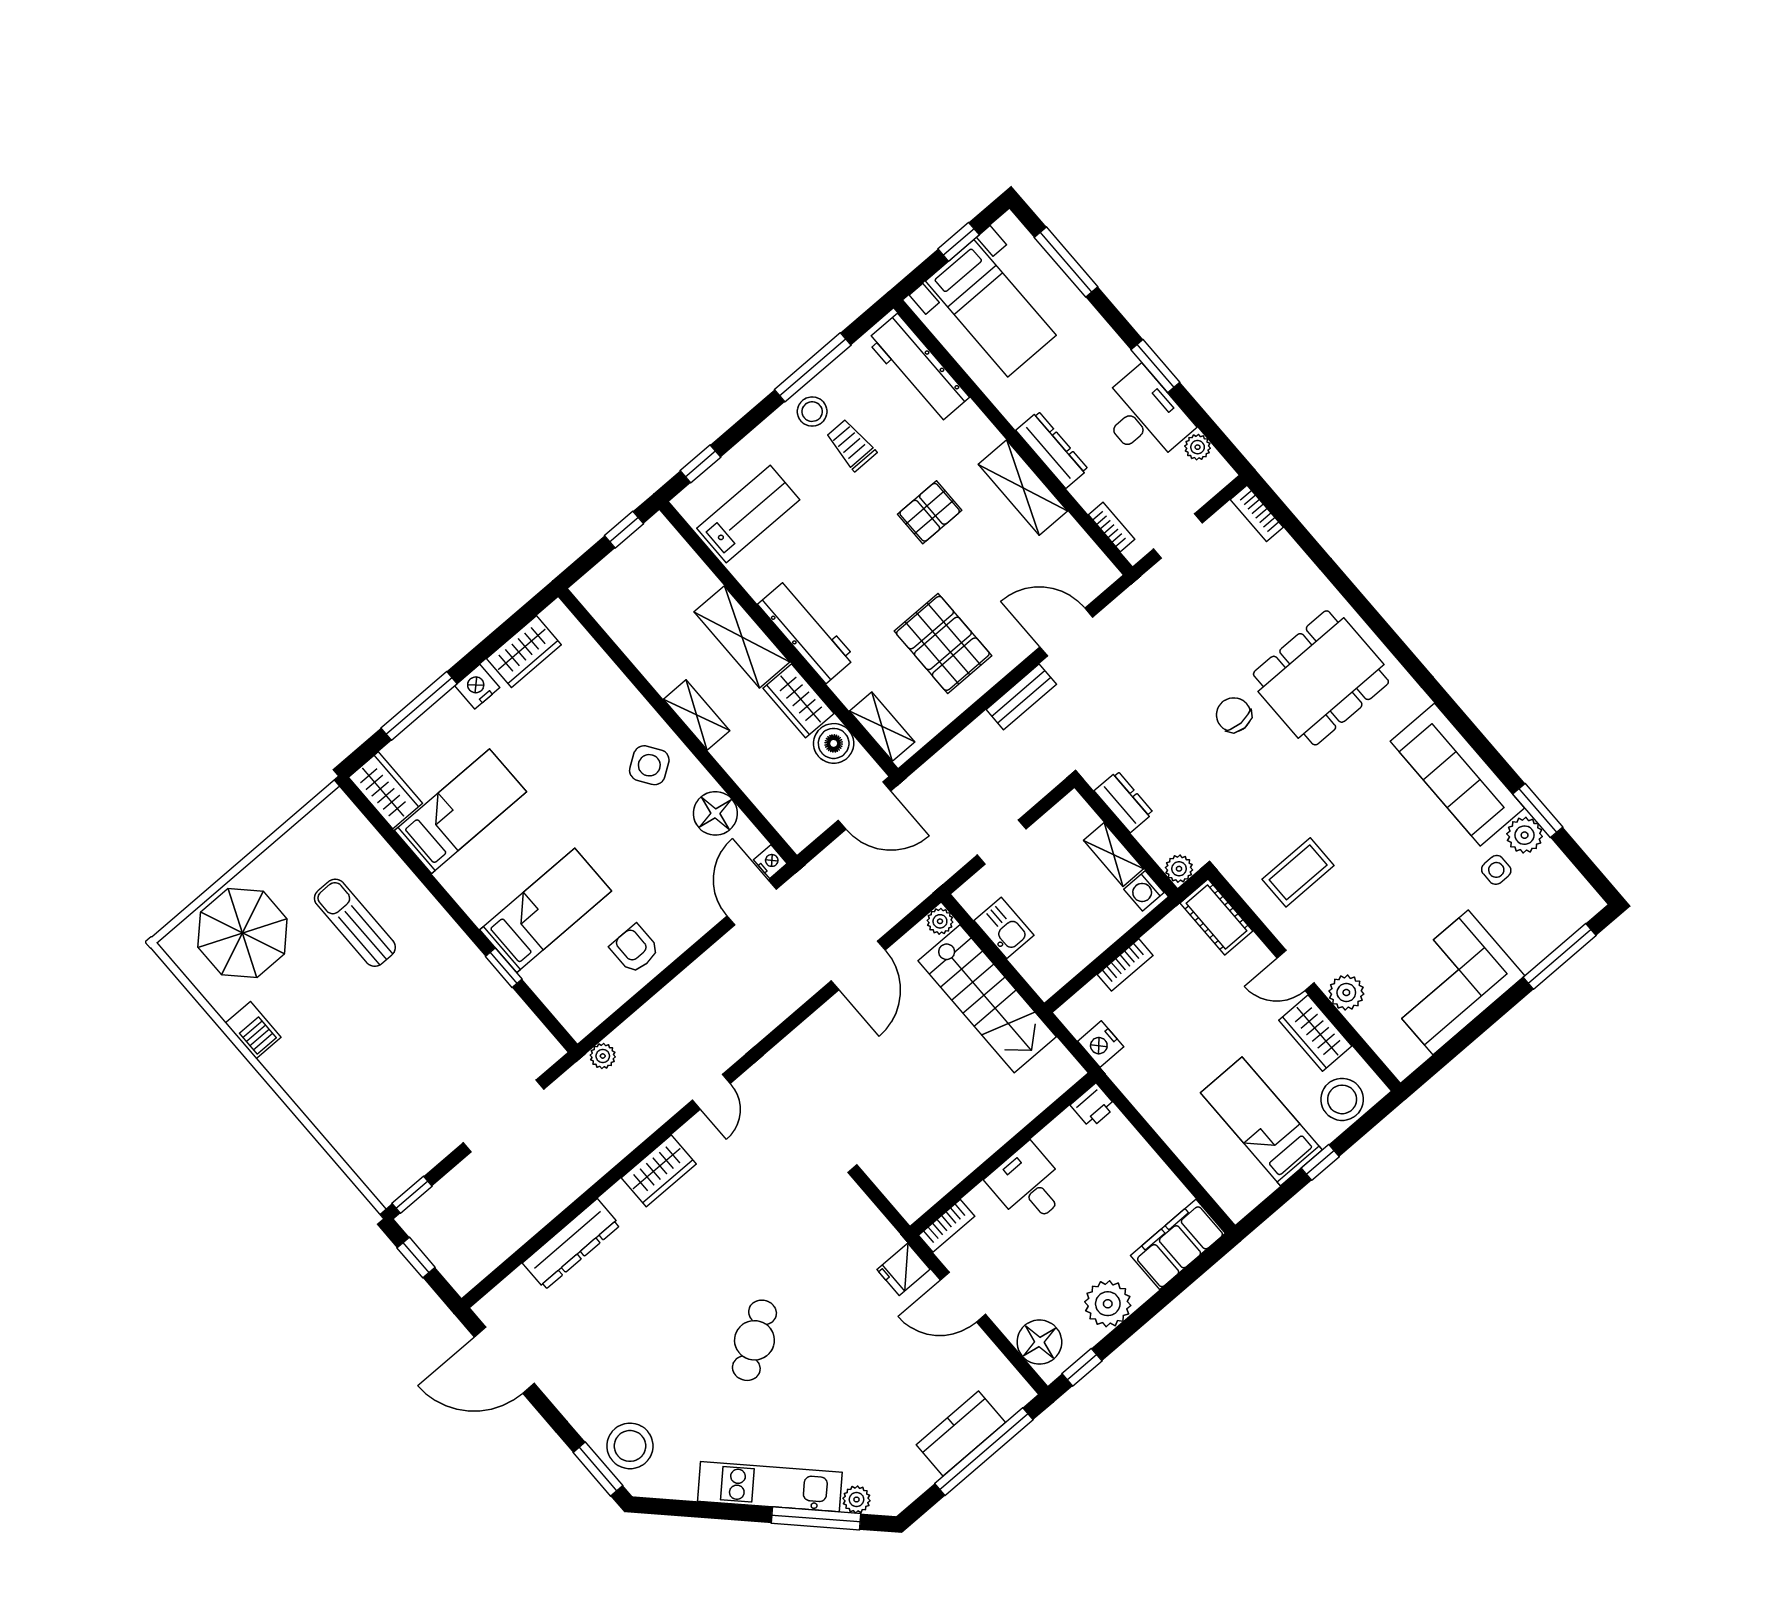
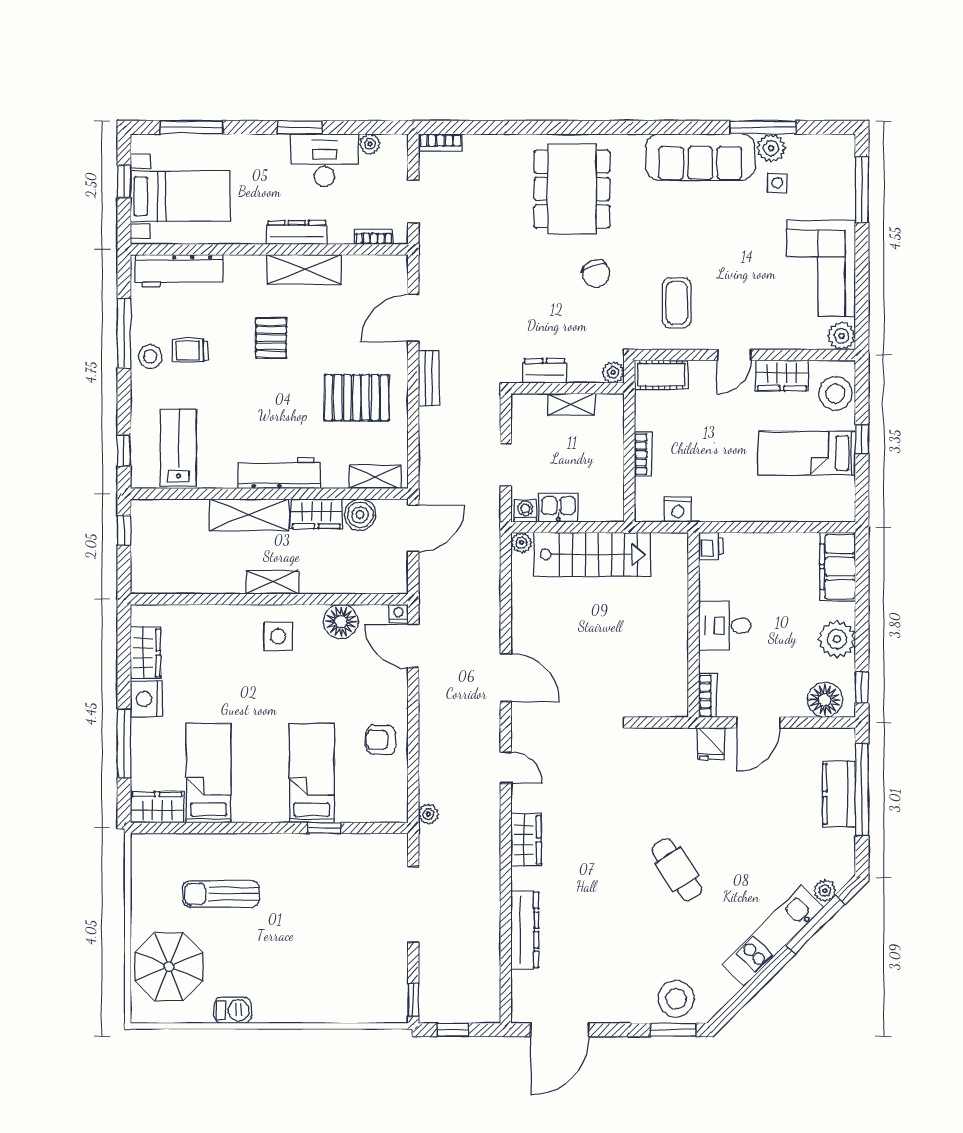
nightstand: (477, 687) -> (146, 699), width x1.36, depth x1.33
chair: (1234, 715) -> (596, 274), moved, turned -108
side table: (649, 765) -> (278, 636), turned 34
window: (1538, 810) -> (763, 127), width x1.44
washing machine: (1144, 891) -> (525, 511), moved, turned 180
door: (858, 965) -> (506, 678), moved
plant: (1346, 993) -> (842, 336), moved

